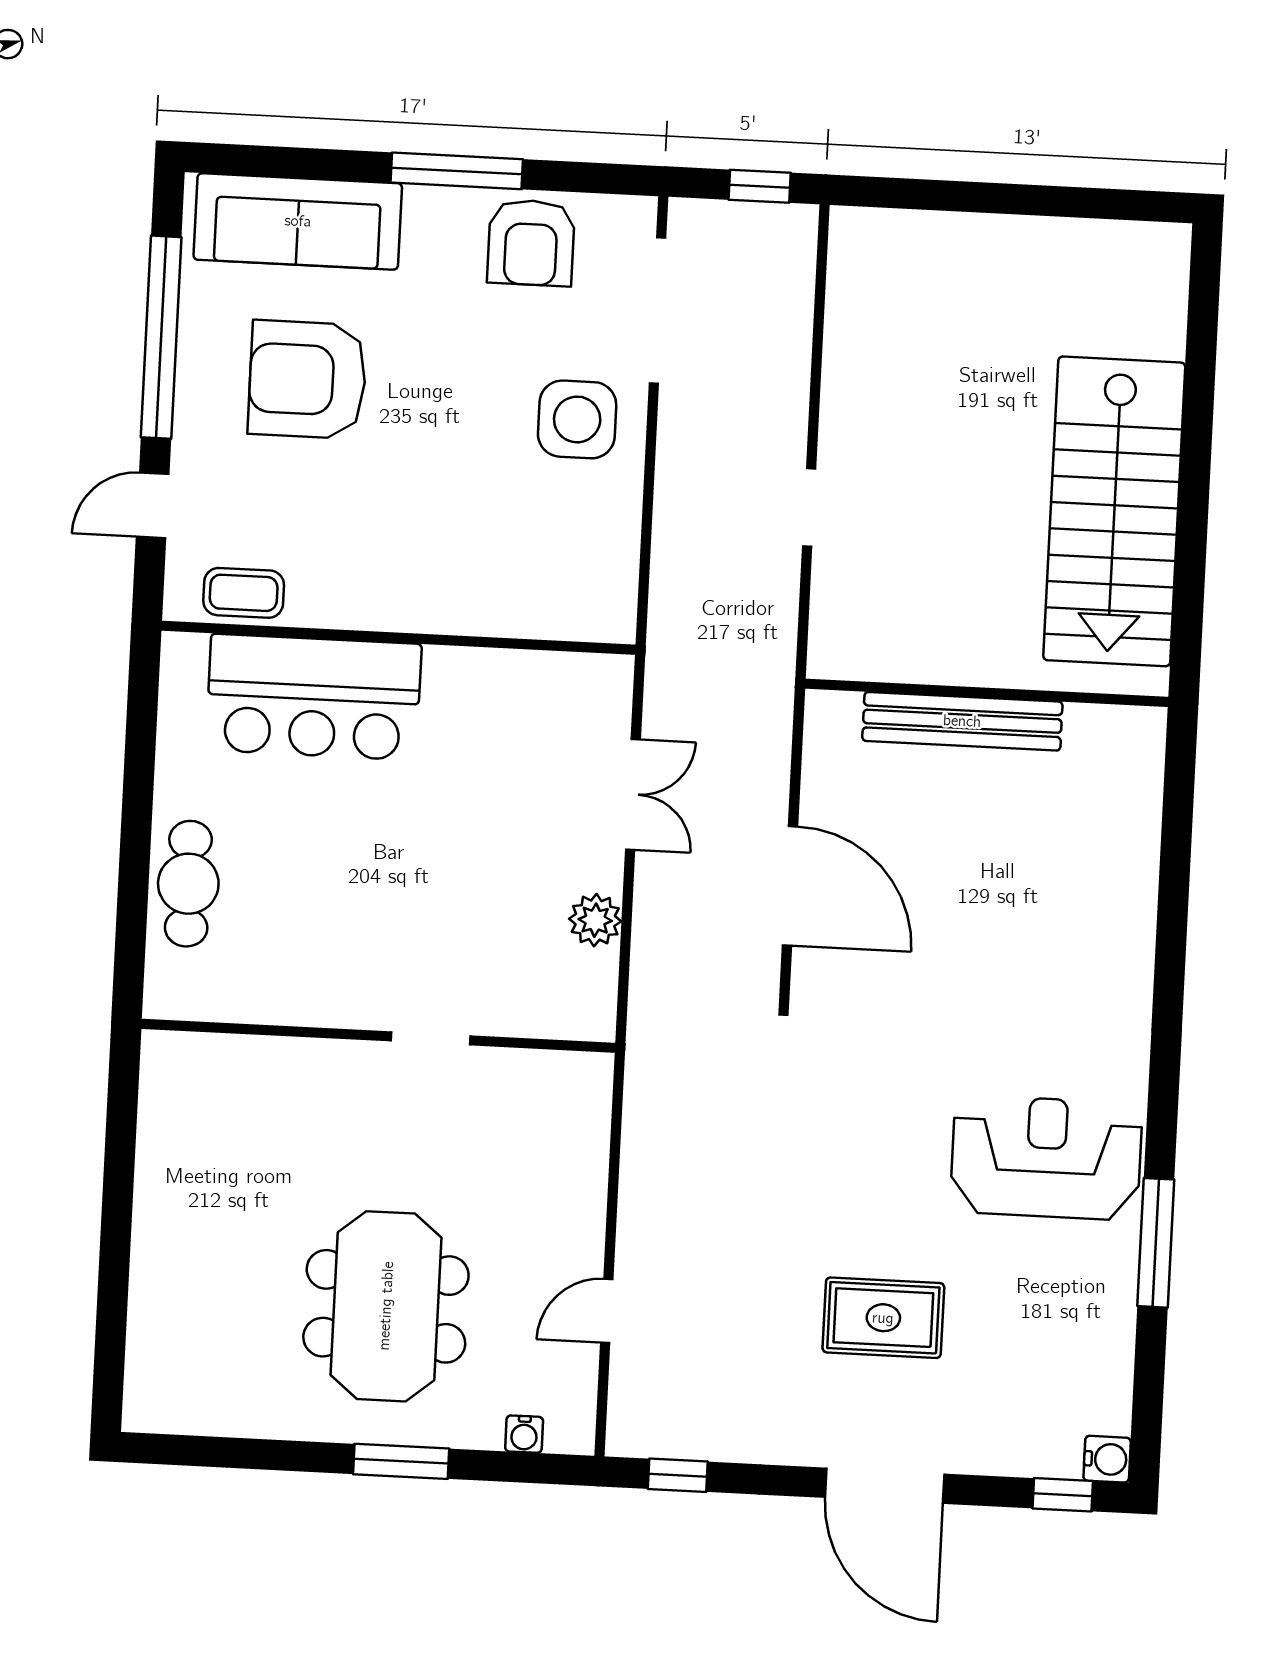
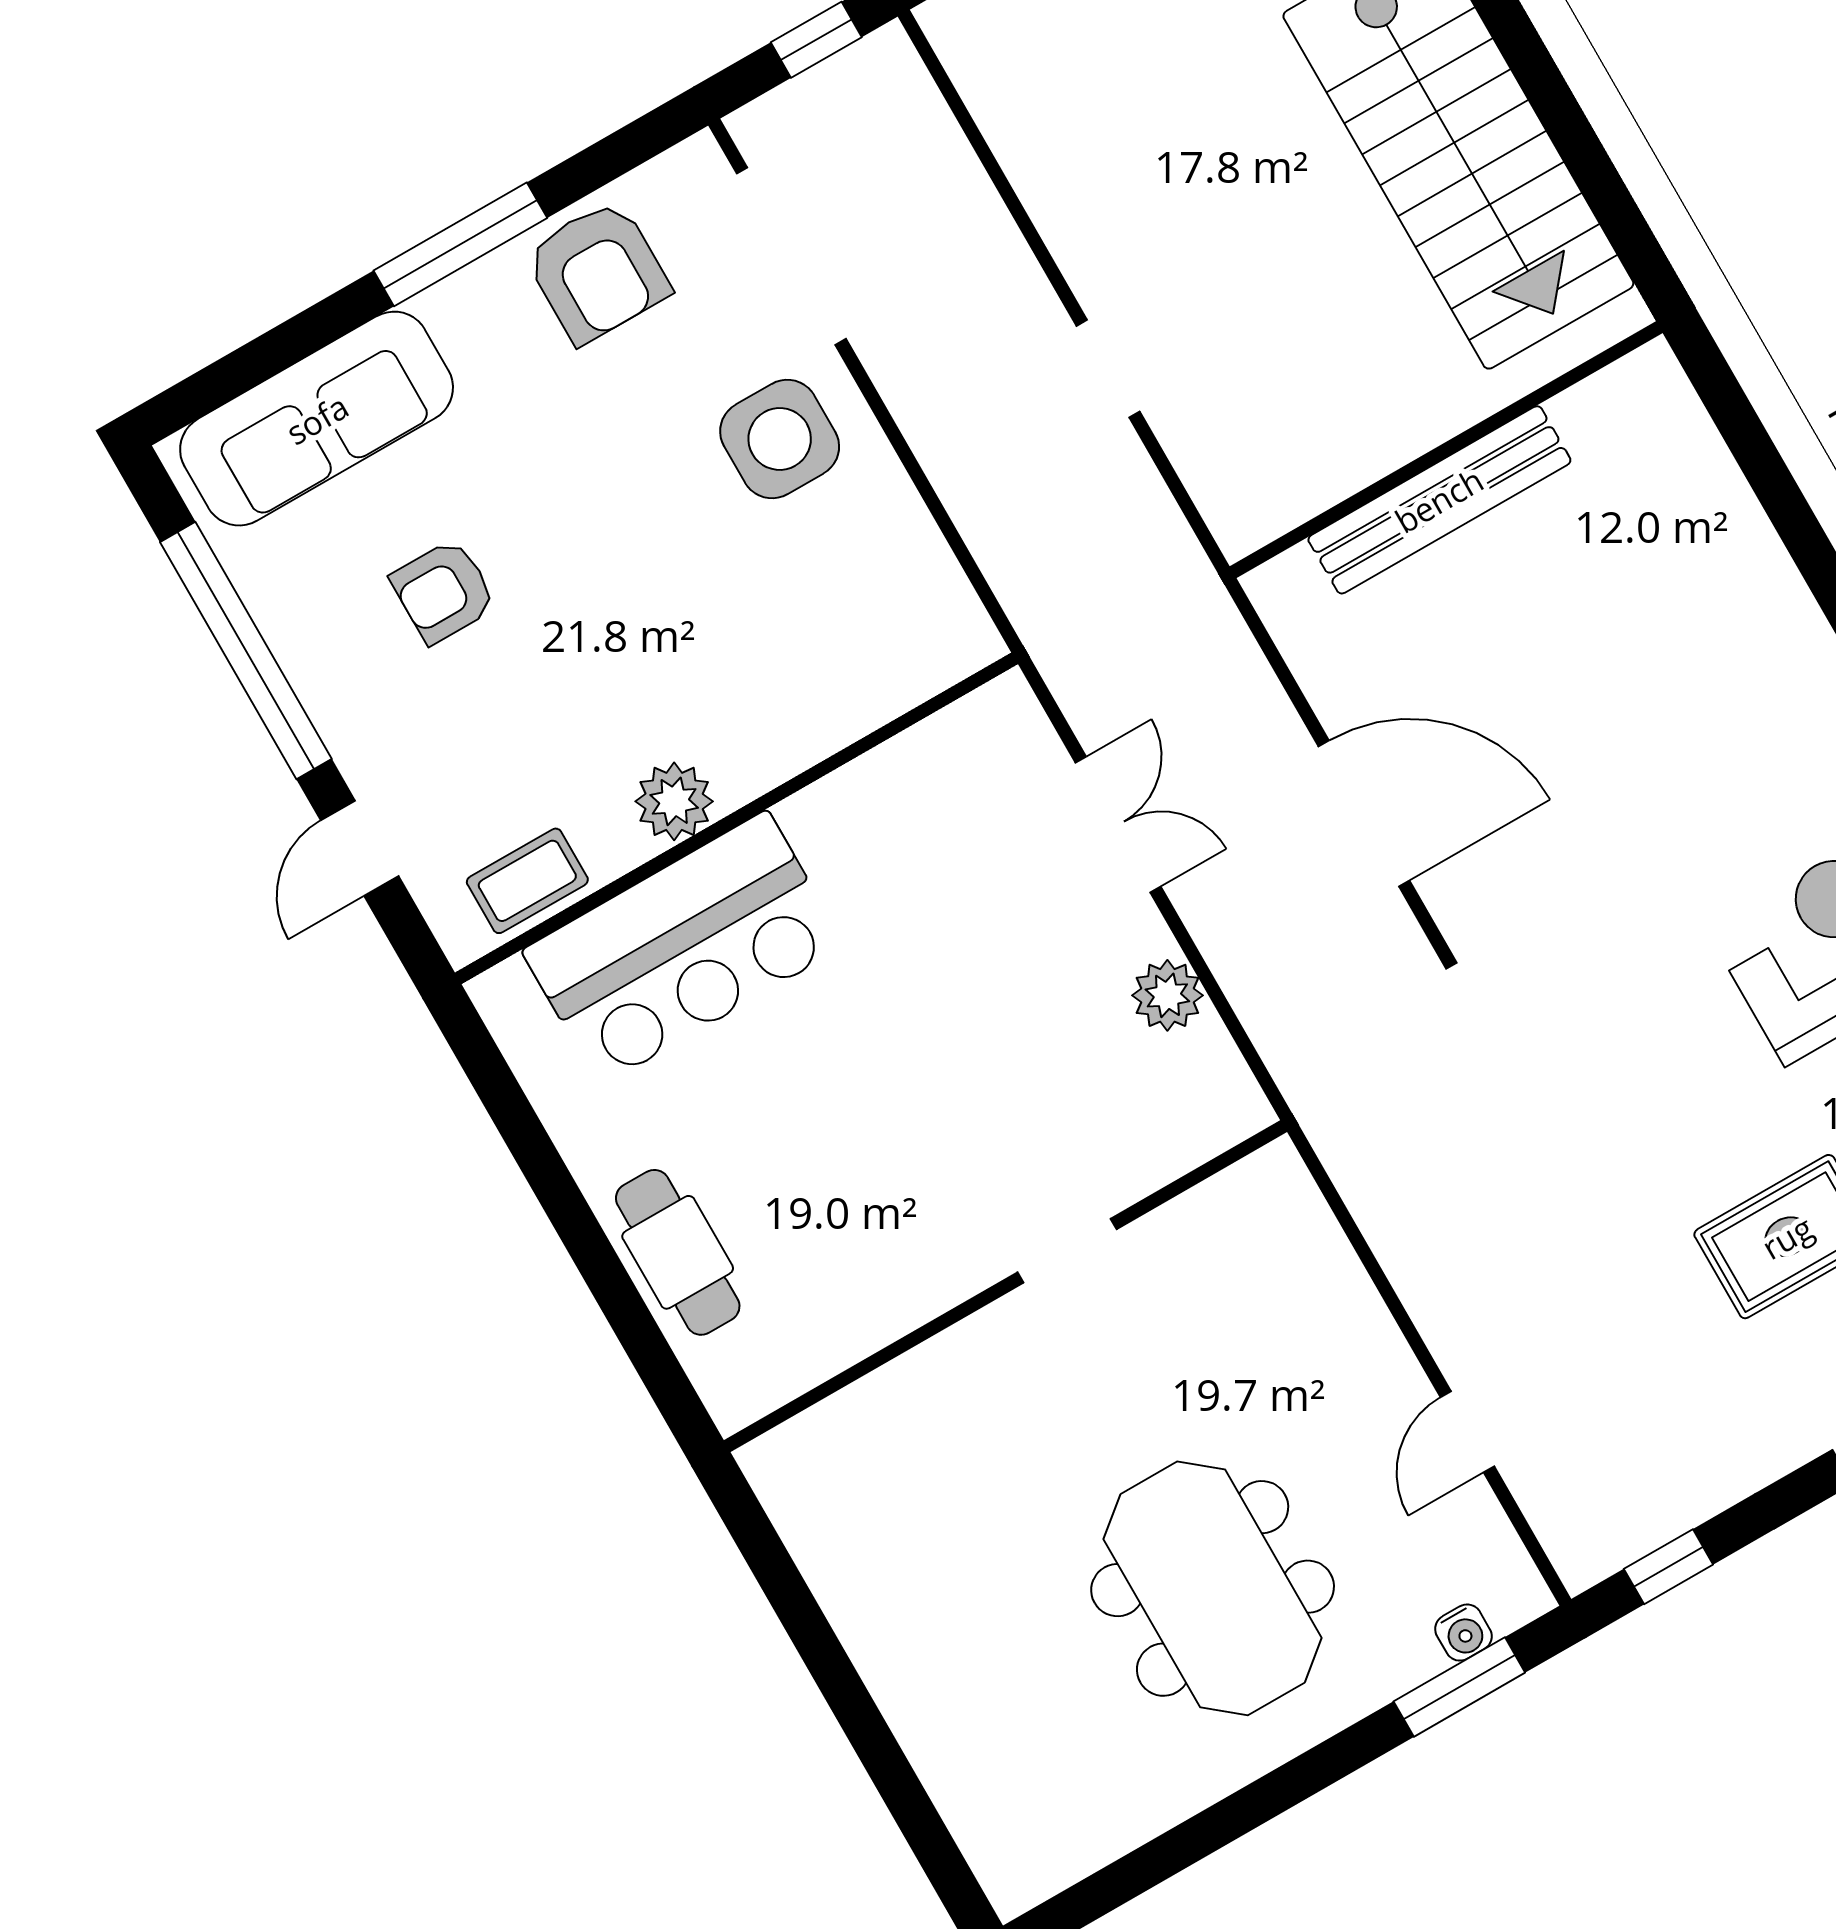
armchair: (307, 380) -> (444, 591), width x0.53, depth x0.53
plant: (367, 602) -> (674, 801), added
window: (401, 1461) -> (1459, 1687), moved

